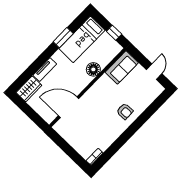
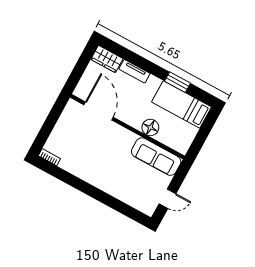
window: (114, 33) -> (200, 140), removed
sofa: (122, 67) -> (156, 157), width x1.36
armchair: (125, 111) -> (112, 178), removed

